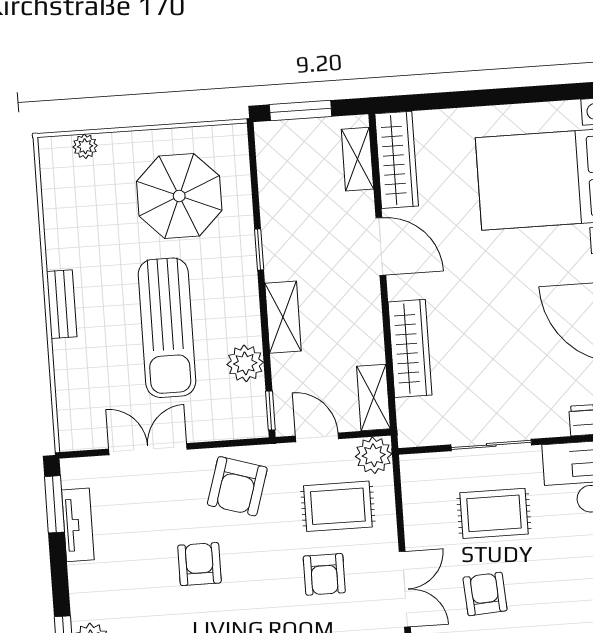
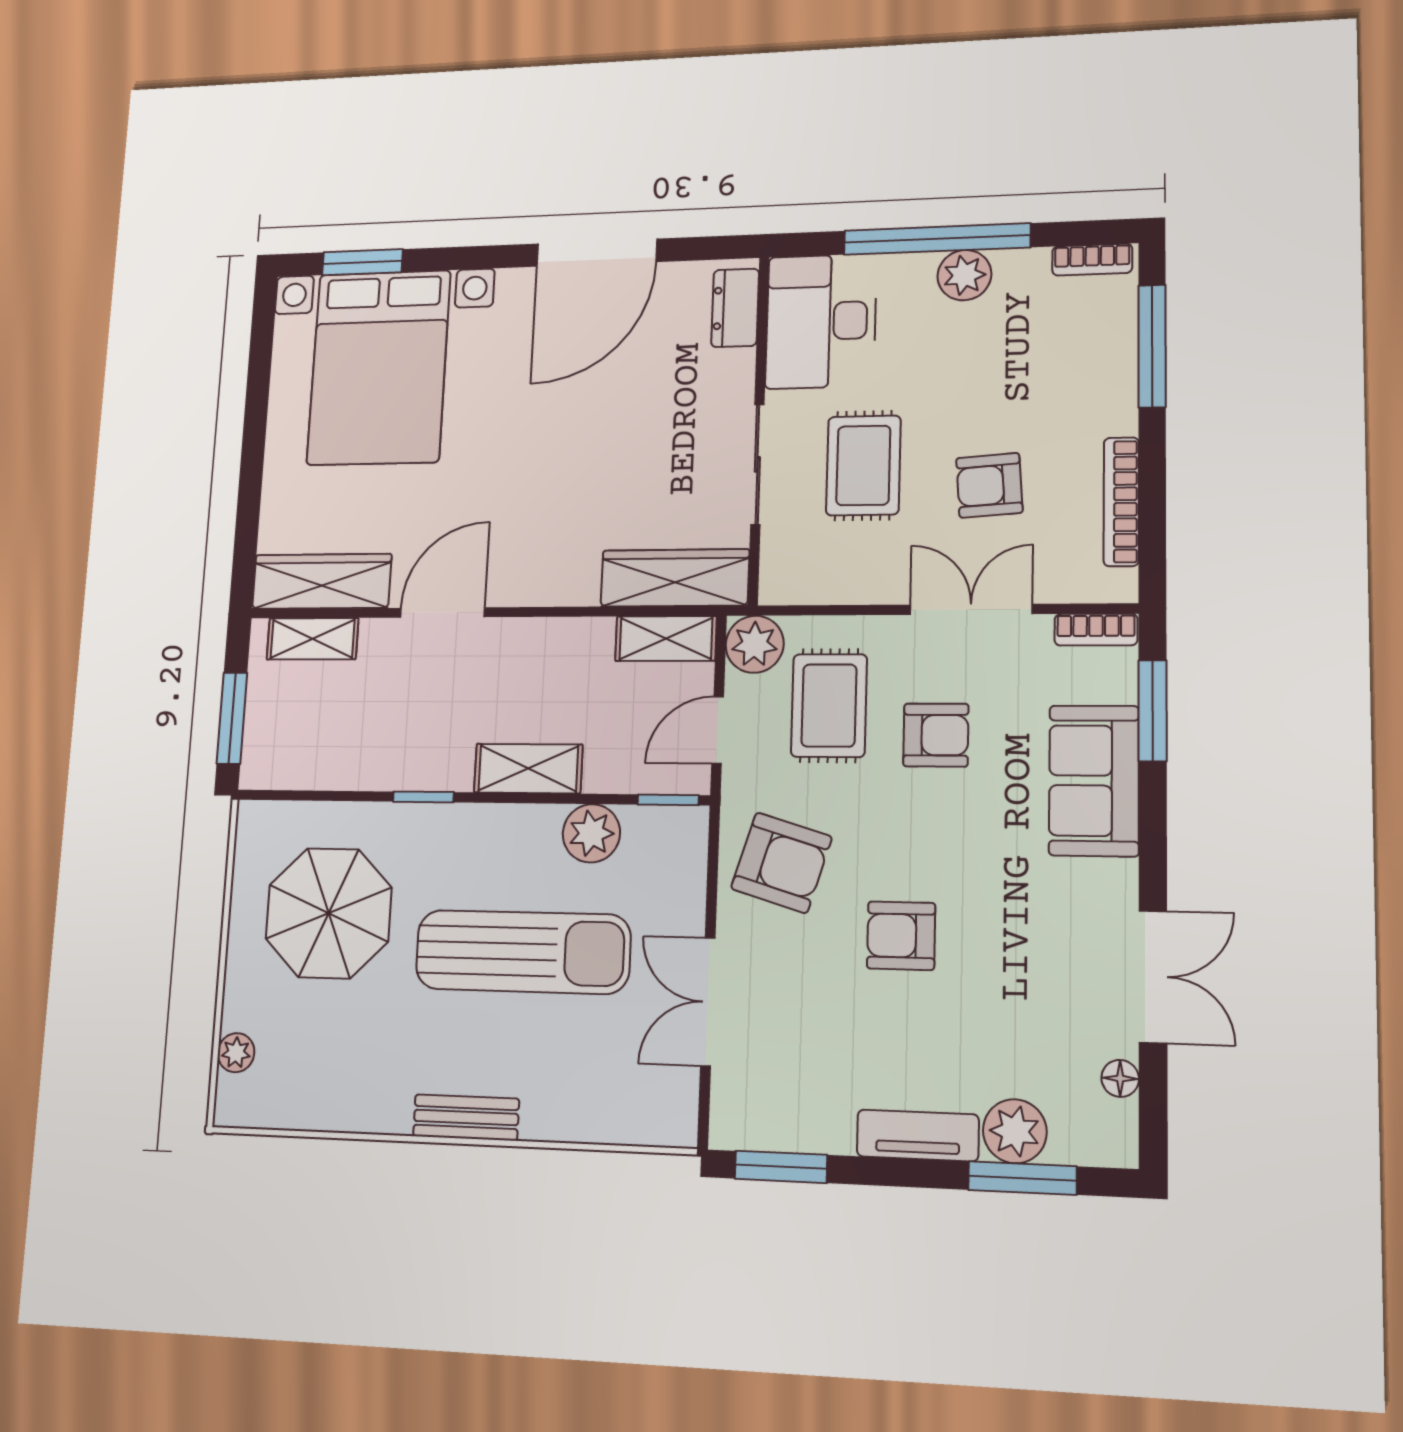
wardrobe: (410, 348) -> (675, 578), moved
tv unit: (78, 525) -> (918, 1135), moved

